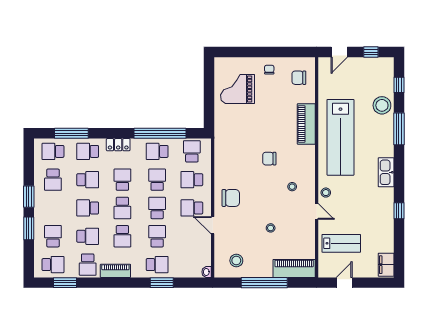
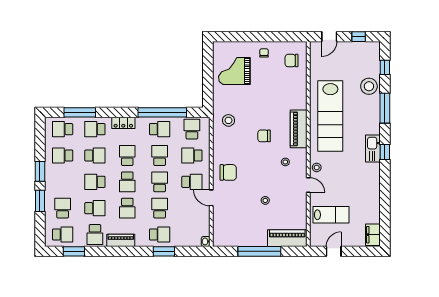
piano: (306, 124) -> (299, 129), moved
school desk: (157, 151) -> (160, 129), turned 180
school desk: (53, 180) -> (63, 155), turned 90
school desk: (192, 208) -> (192, 182), turned 180
window: (399, 211) -> (385, 152), moved
stool: (236, 261) -> (229, 120), moved

